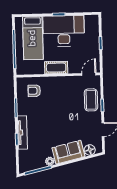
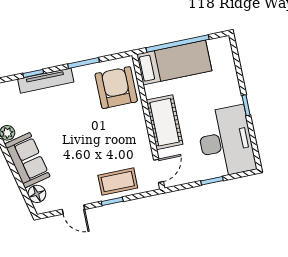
desk: (64, 31) -> (226, 142), moved
bed: (33, 38) -> (174, 63), moved, turned 180
cot: (56, 68) -> (164, 122), width x1.37, depth x1.34
door: (89, 74) -> (159, 171), hinge flipped
armchair: (34, 91) -> (116, 88), width x1.88, depth x1.88

